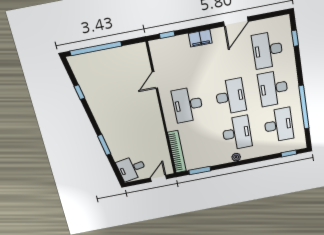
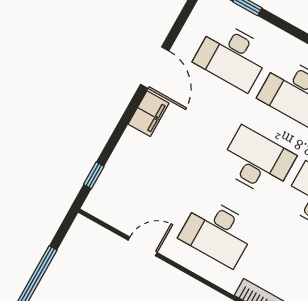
filing cabinet: (200, 38) -> (149, 114), moved
door: (155, 80) -> (143, 246), swing flipped

